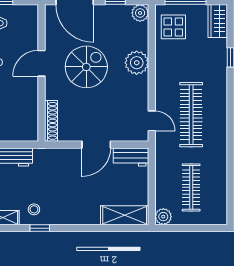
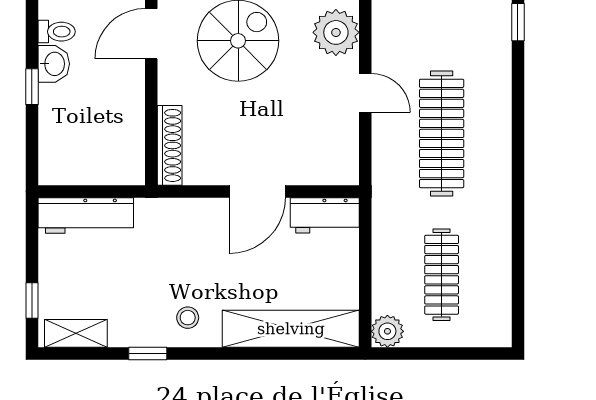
door: (152, 121) -> (365, 93), moved
stool: (34, 209) -> (188, 318), moved
shelving: (125, 215) -> (291, 329), width x1.47

